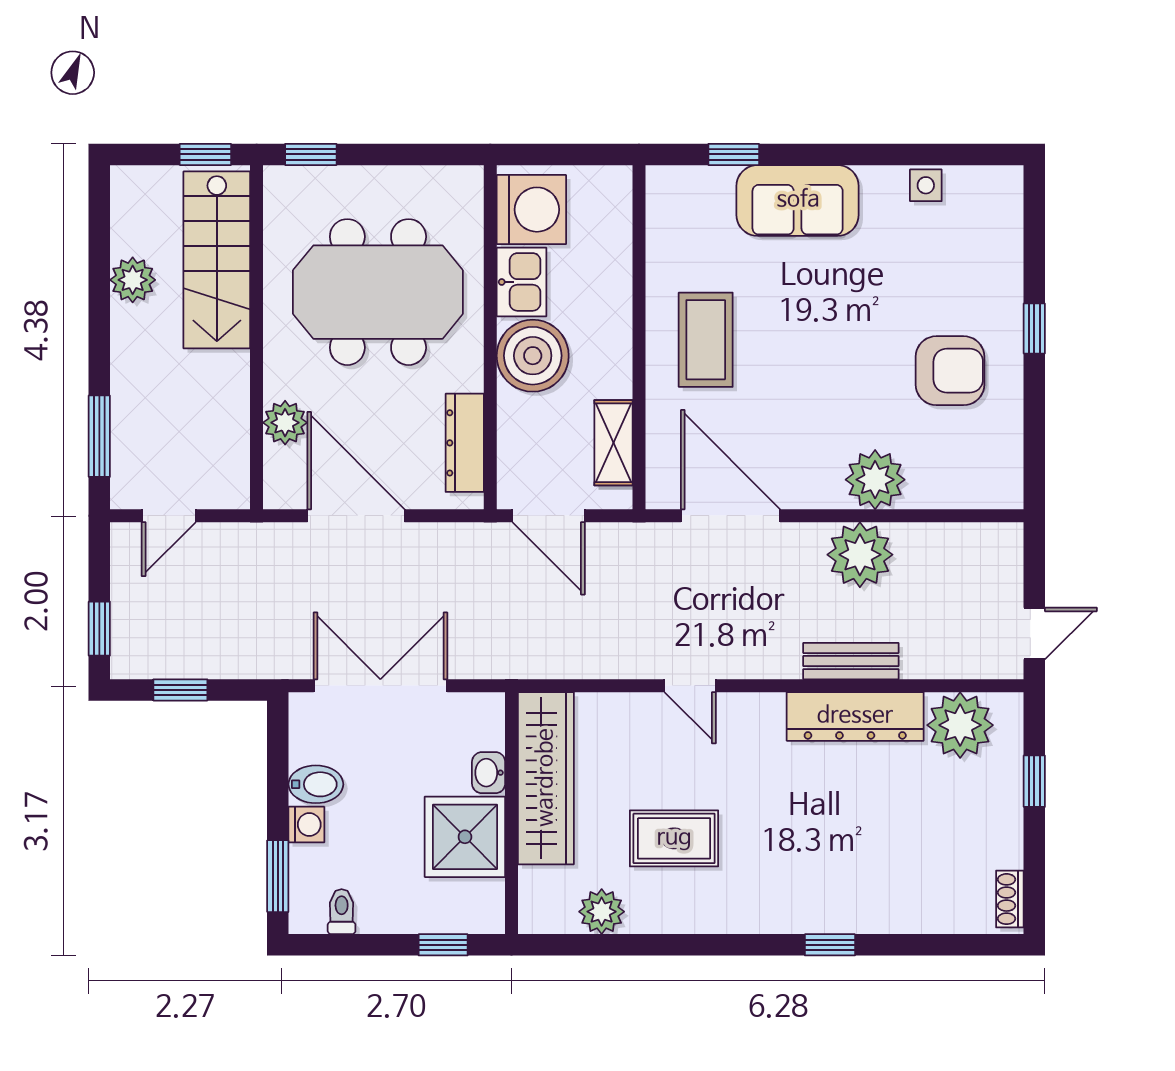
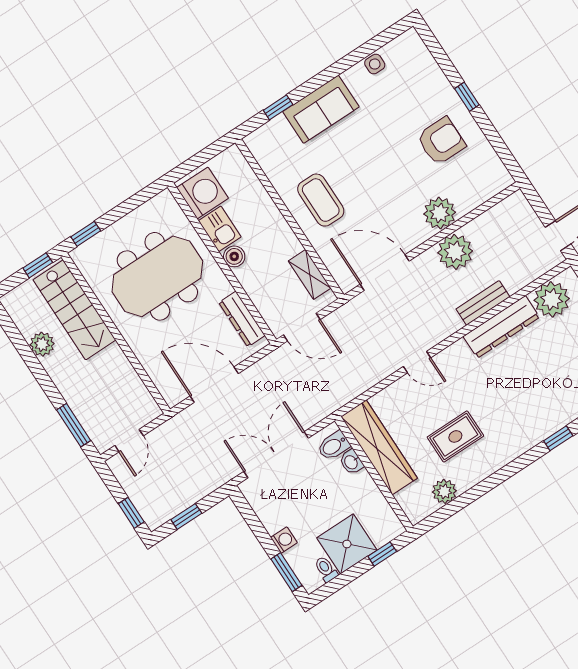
boiler: (533, 356) -> (234, 256), width x0.54, depth x0.54
plant: (285, 423) -> (154, 364), removed
bidet: (316, 784) -> (334, 446), moved, turned 180
shower: (465, 837) -> (347, 544), moved

